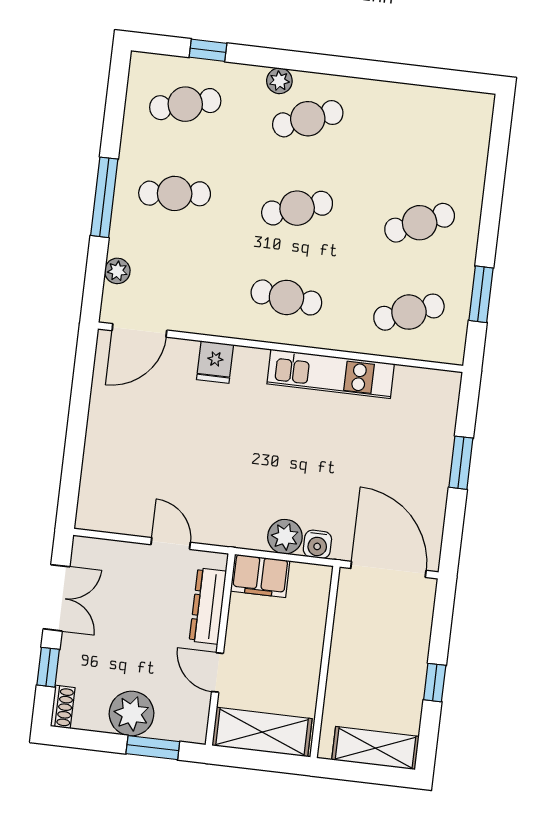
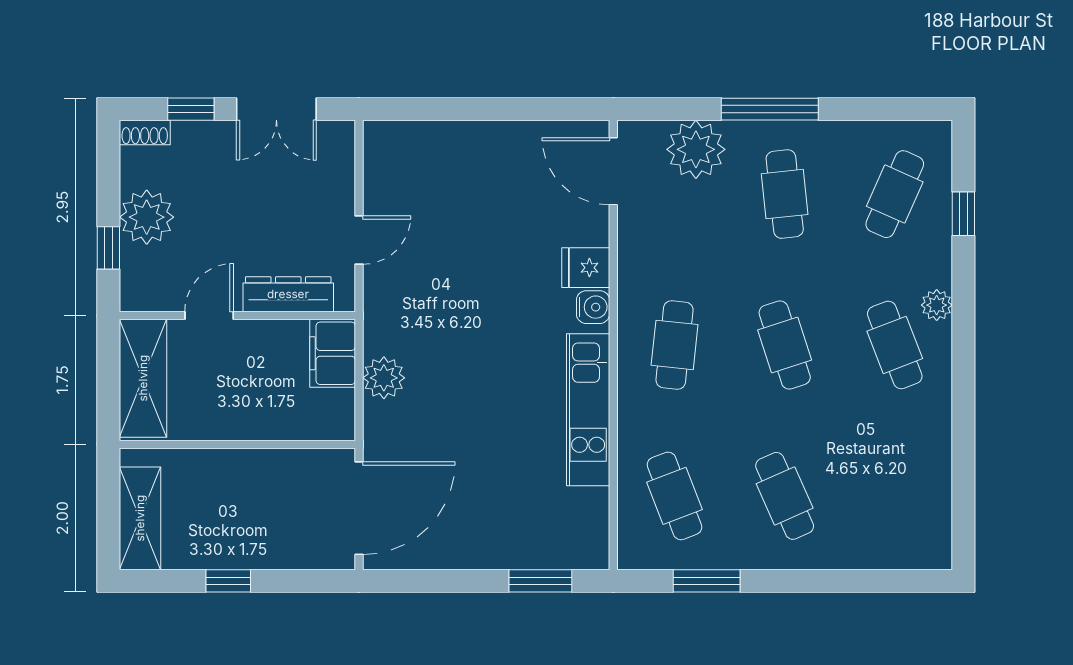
cafe table: (185, 104) -> (895, 194), turned 39
plant: (117, 271) -> (696, 149), width x1.88, depth x1.88
window: (461, 463) -> (540, 581), moved
water cooler: (317, 544) -> (593, 307), moved, turned 180
window: (153, 748) -> (108, 248), width x0.67

